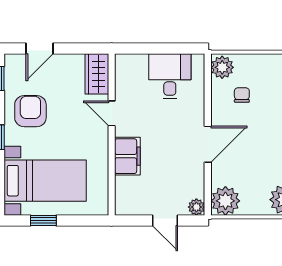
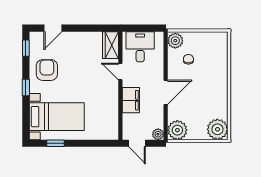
wardrobe: (97, 74) -> (110, 45), moved
door: (112, 113) -> (120, 72), moved
wall: (112, 134) -> (120, 86), moved
filing cabinet: (127, 156) -> (131, 100), moved

